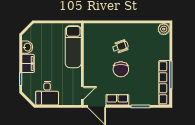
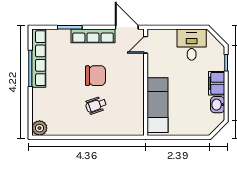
chair: (121, 69) -> (95, 76), turned 90
row of seats: (117, 100) -> (93, 36), width x1.48

